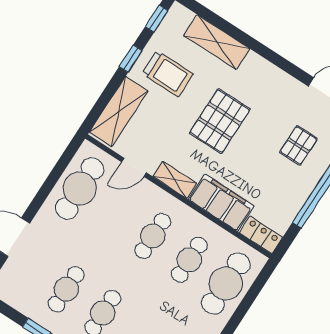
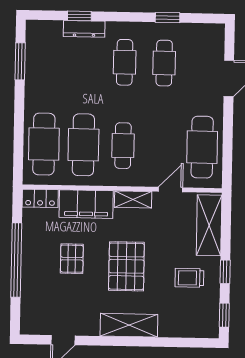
shelving: (217, 42) -> (129, 325), moved
trolley: (168, 74) -> (189, 278), width x0.73, depth x0.72
pallet: (298, 145) -> (72, 259), moved
cafe table: (189, 260) -> (83, 145), width x1.37, depth x1.35

